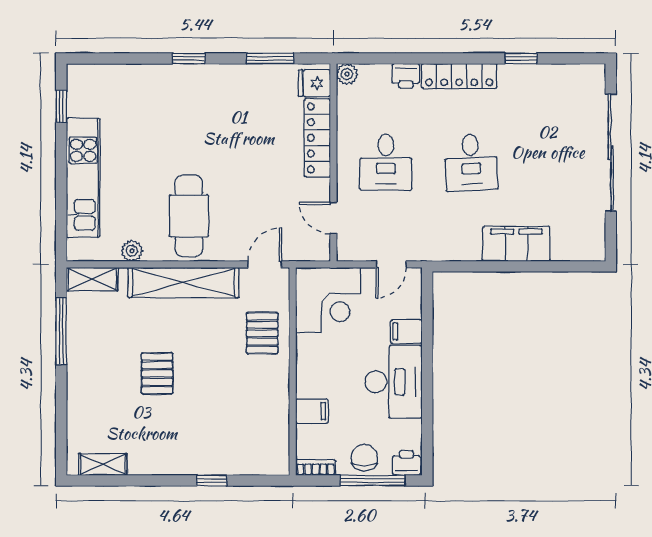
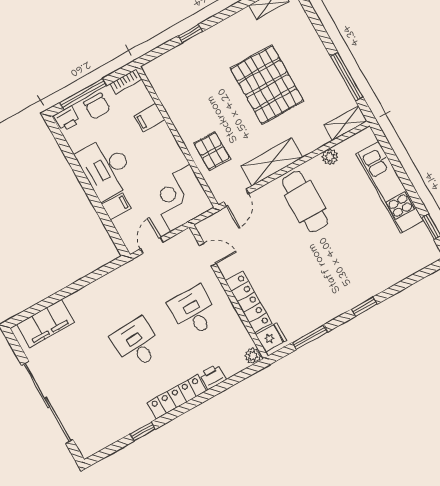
filing cabinet: (516, 244) -> (46, 323), moved
shelving: (183, 283) -> (272, 162), width x0.68
pallet: (157, 373) -> (267, 85), width x2.05, depth x2.00

